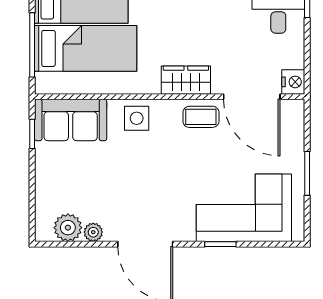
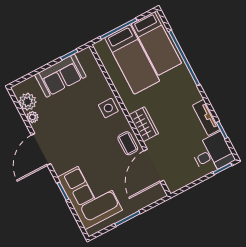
nightstand: (293, 82) -> (174, 184), removed
sofa: (71, 120) -> (60, 76), moved, turned -90

